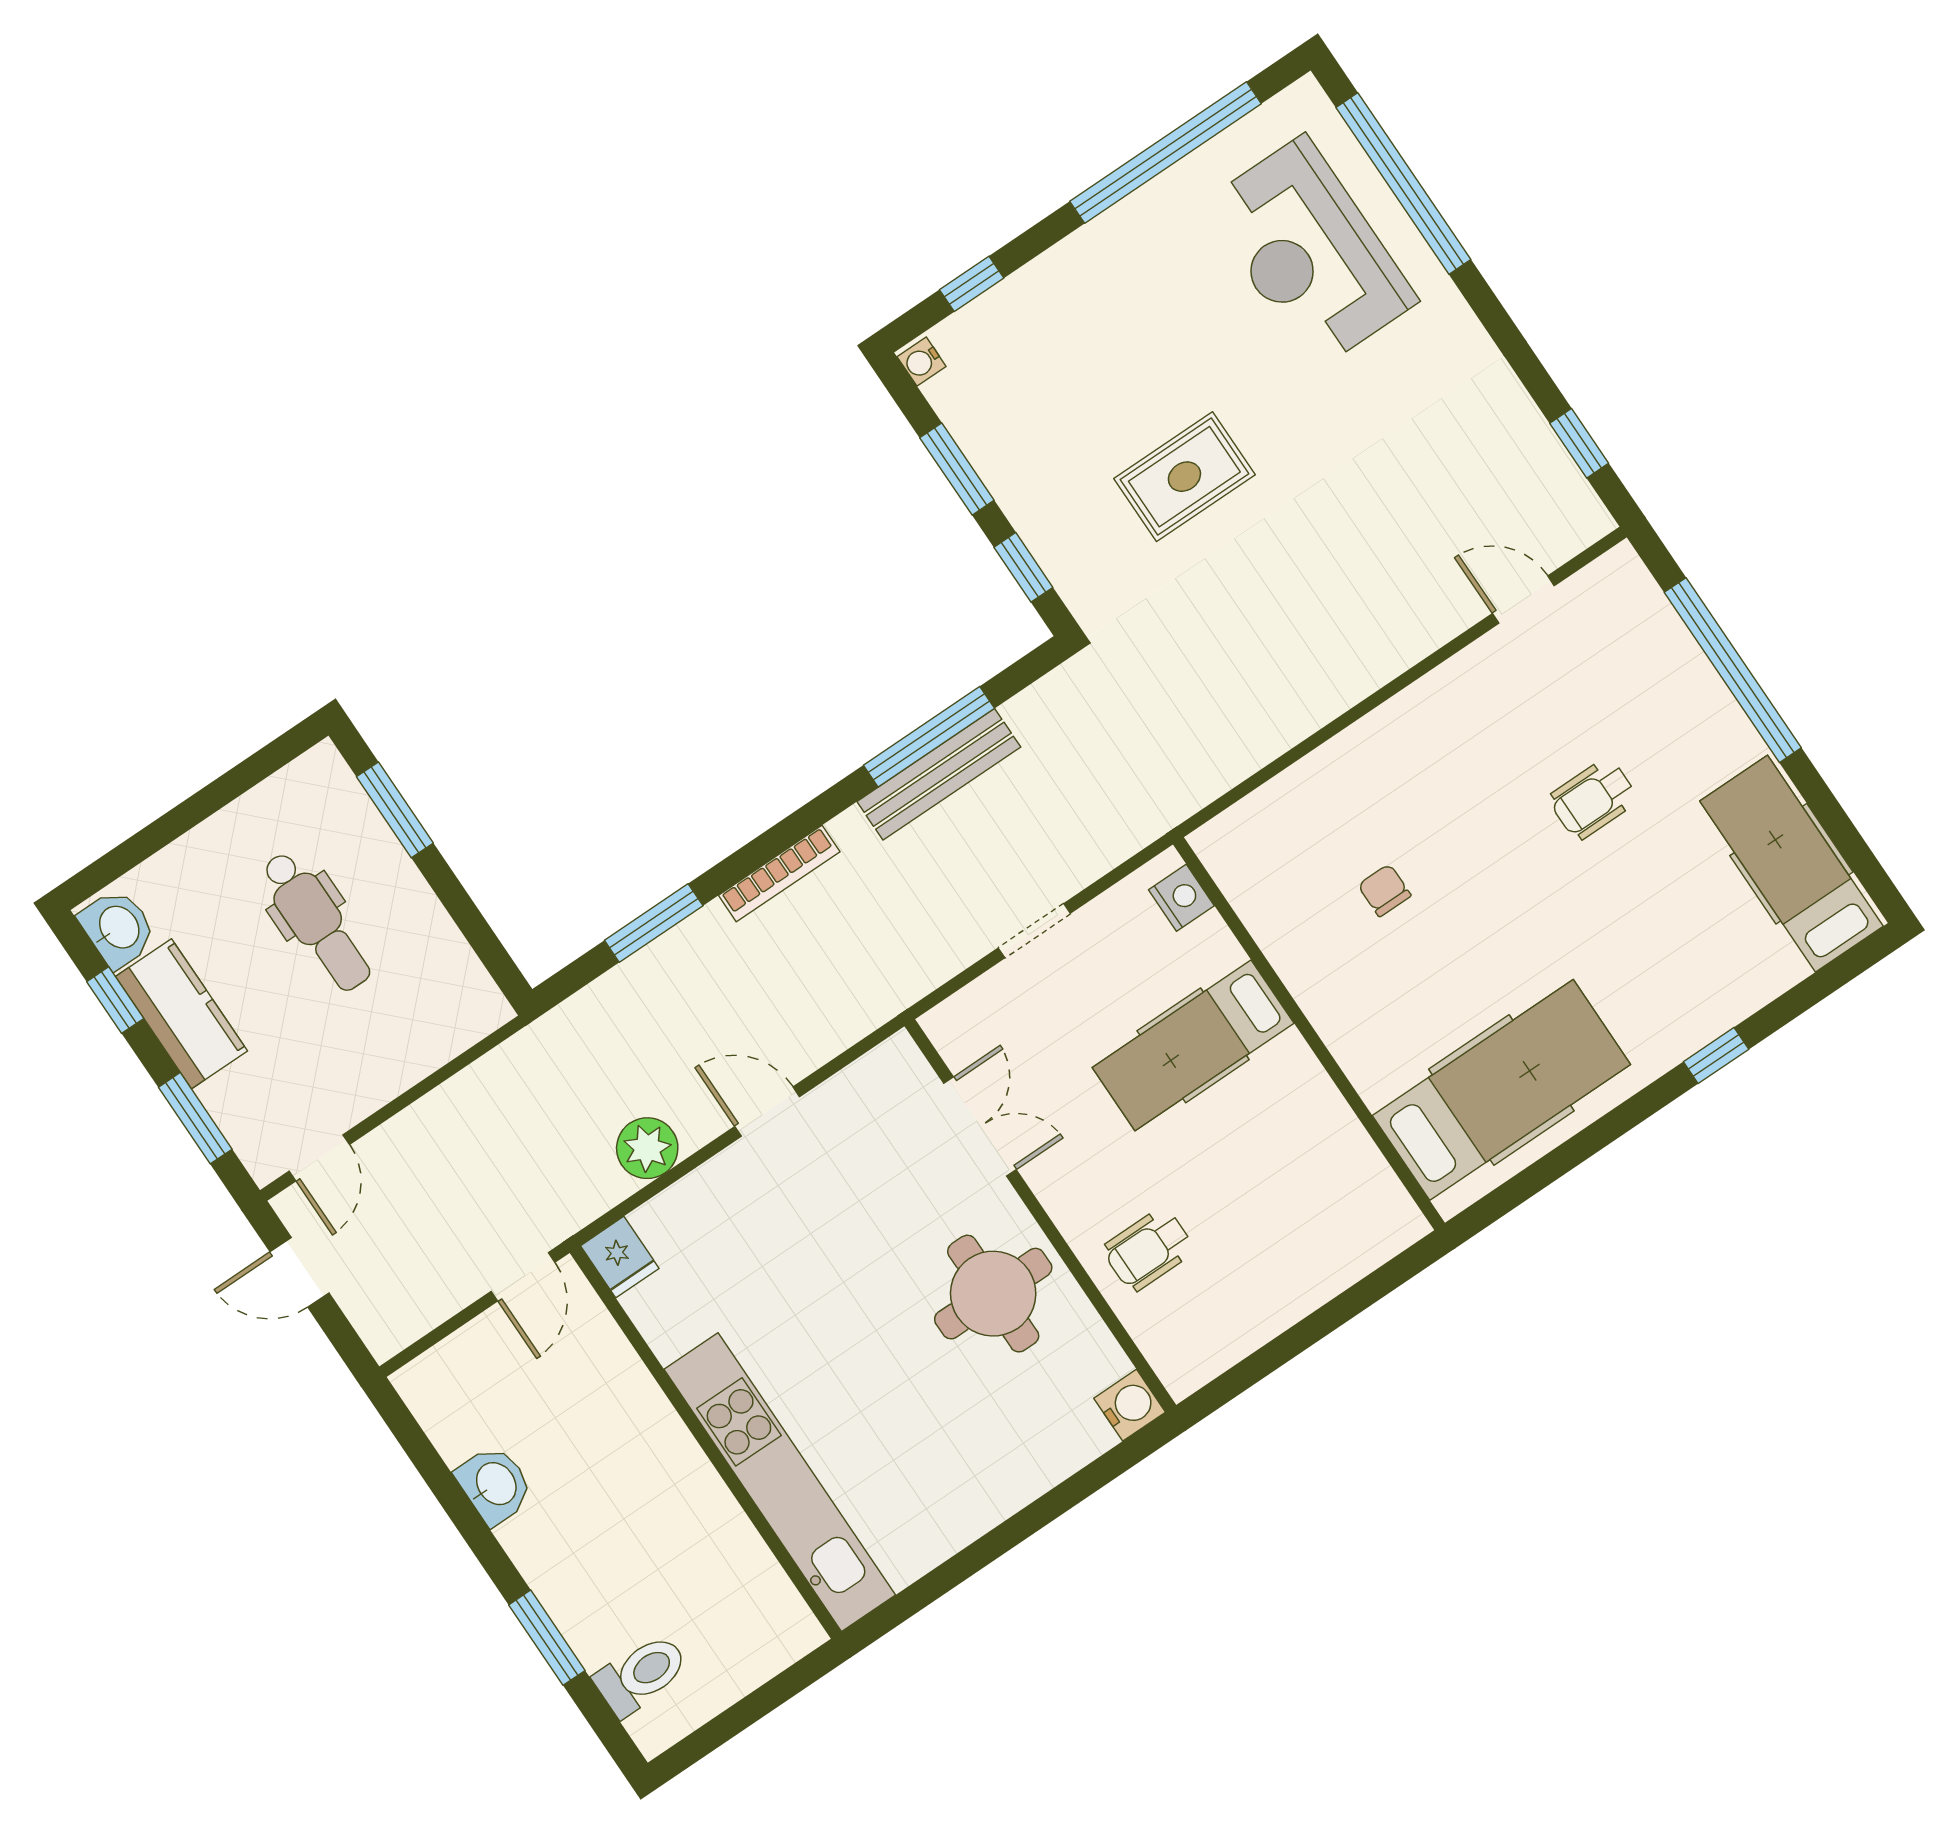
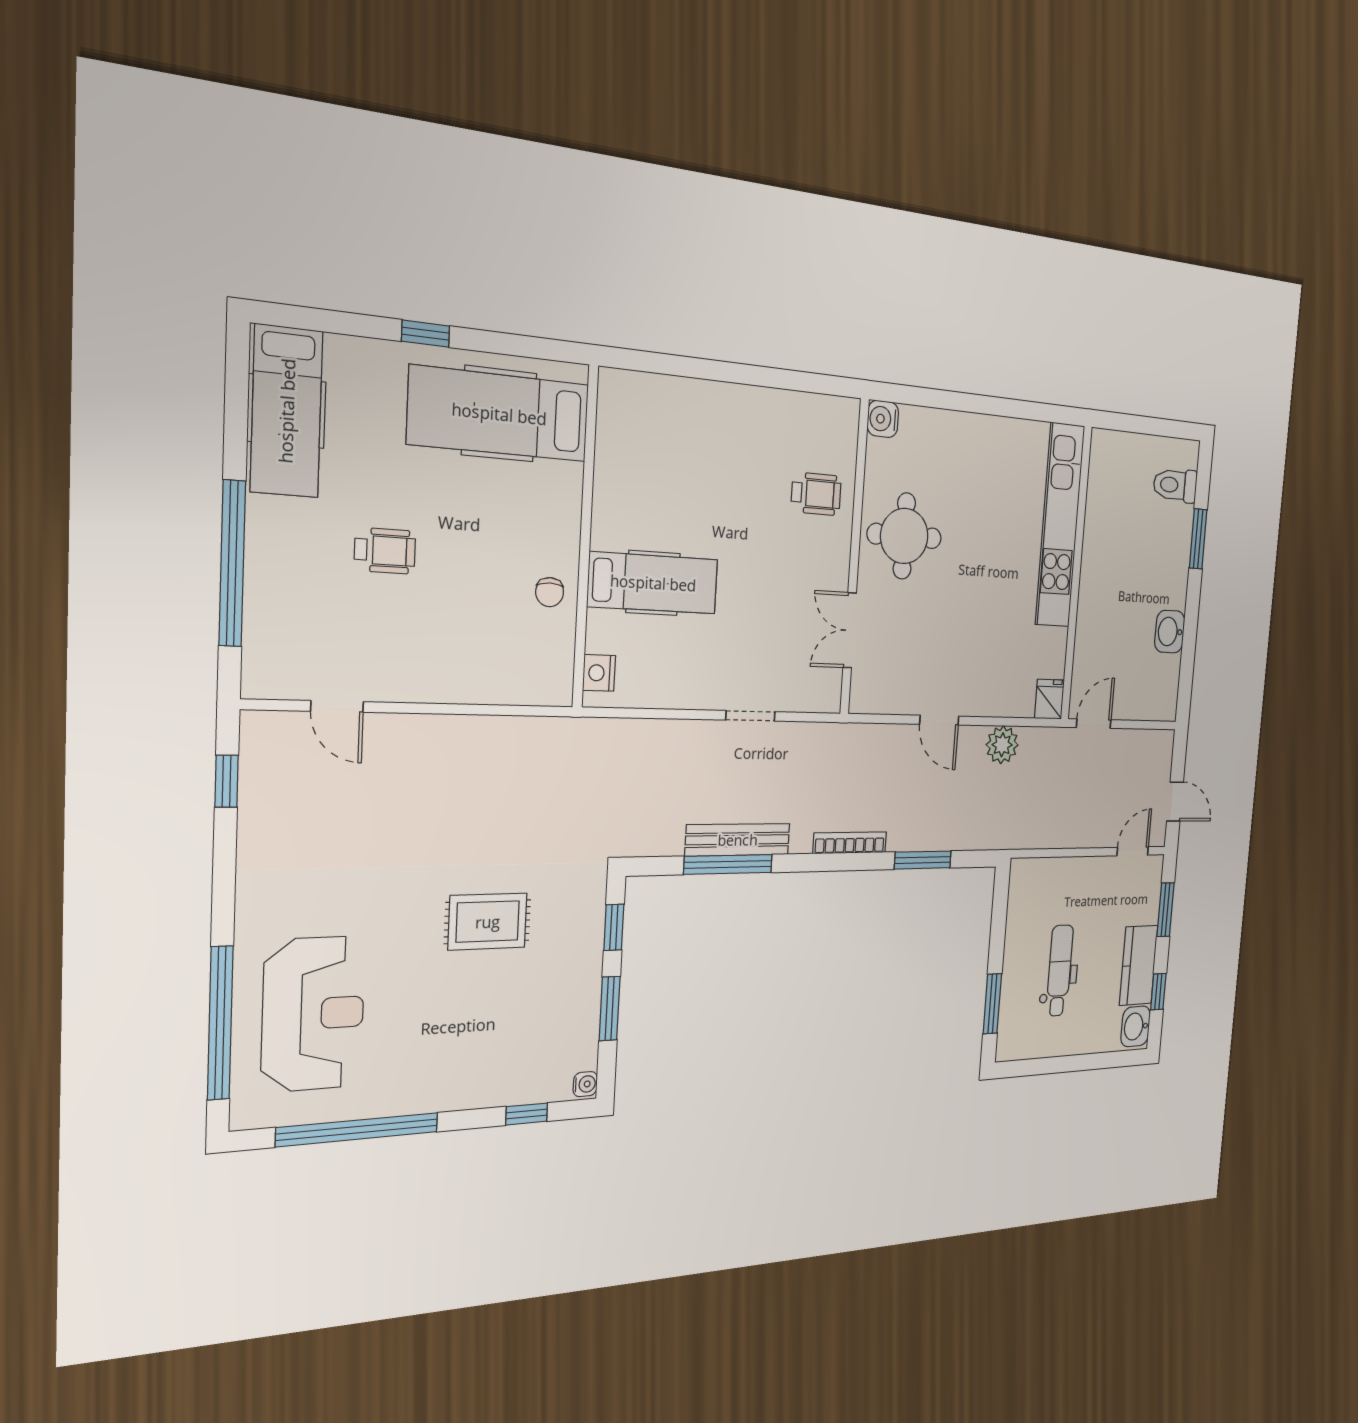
nightstand: (1181, 898) -> (599, 673), moved
wall: (1309, 1034) -> (585, 538), moved
hospital bed: (1193, 1045) -> (653, 583), moved
hospital bed: (1501, 1090) -> (499, 414), moved

